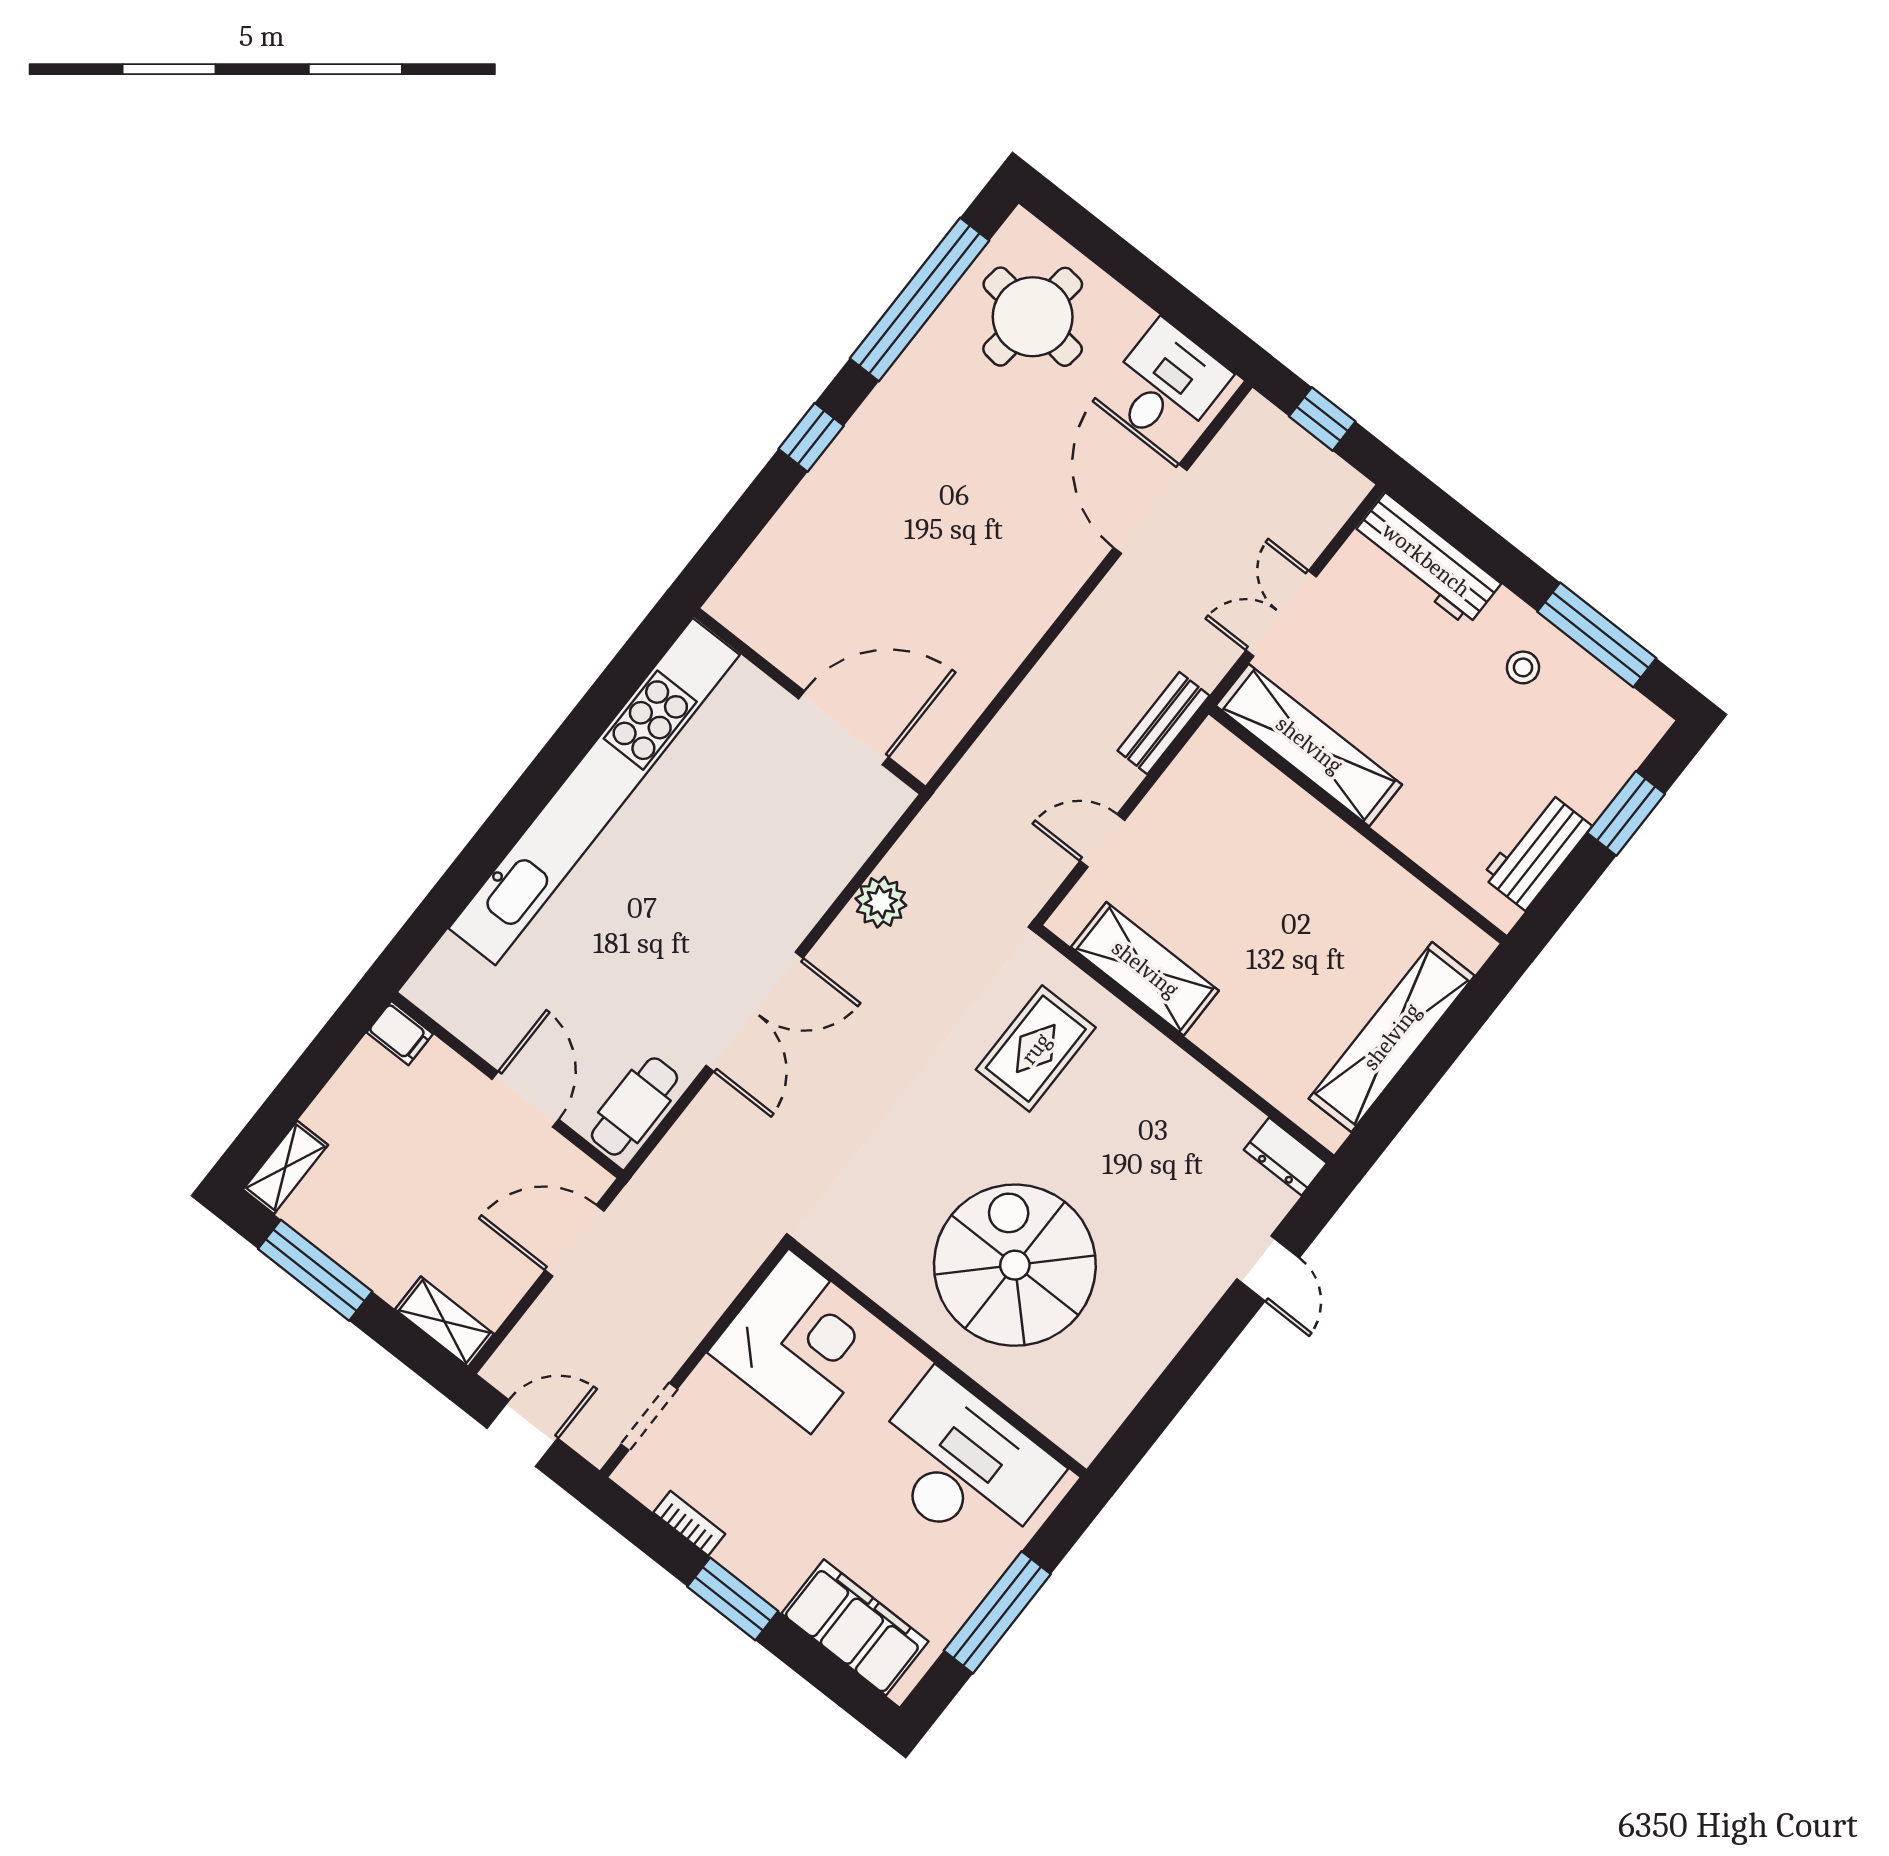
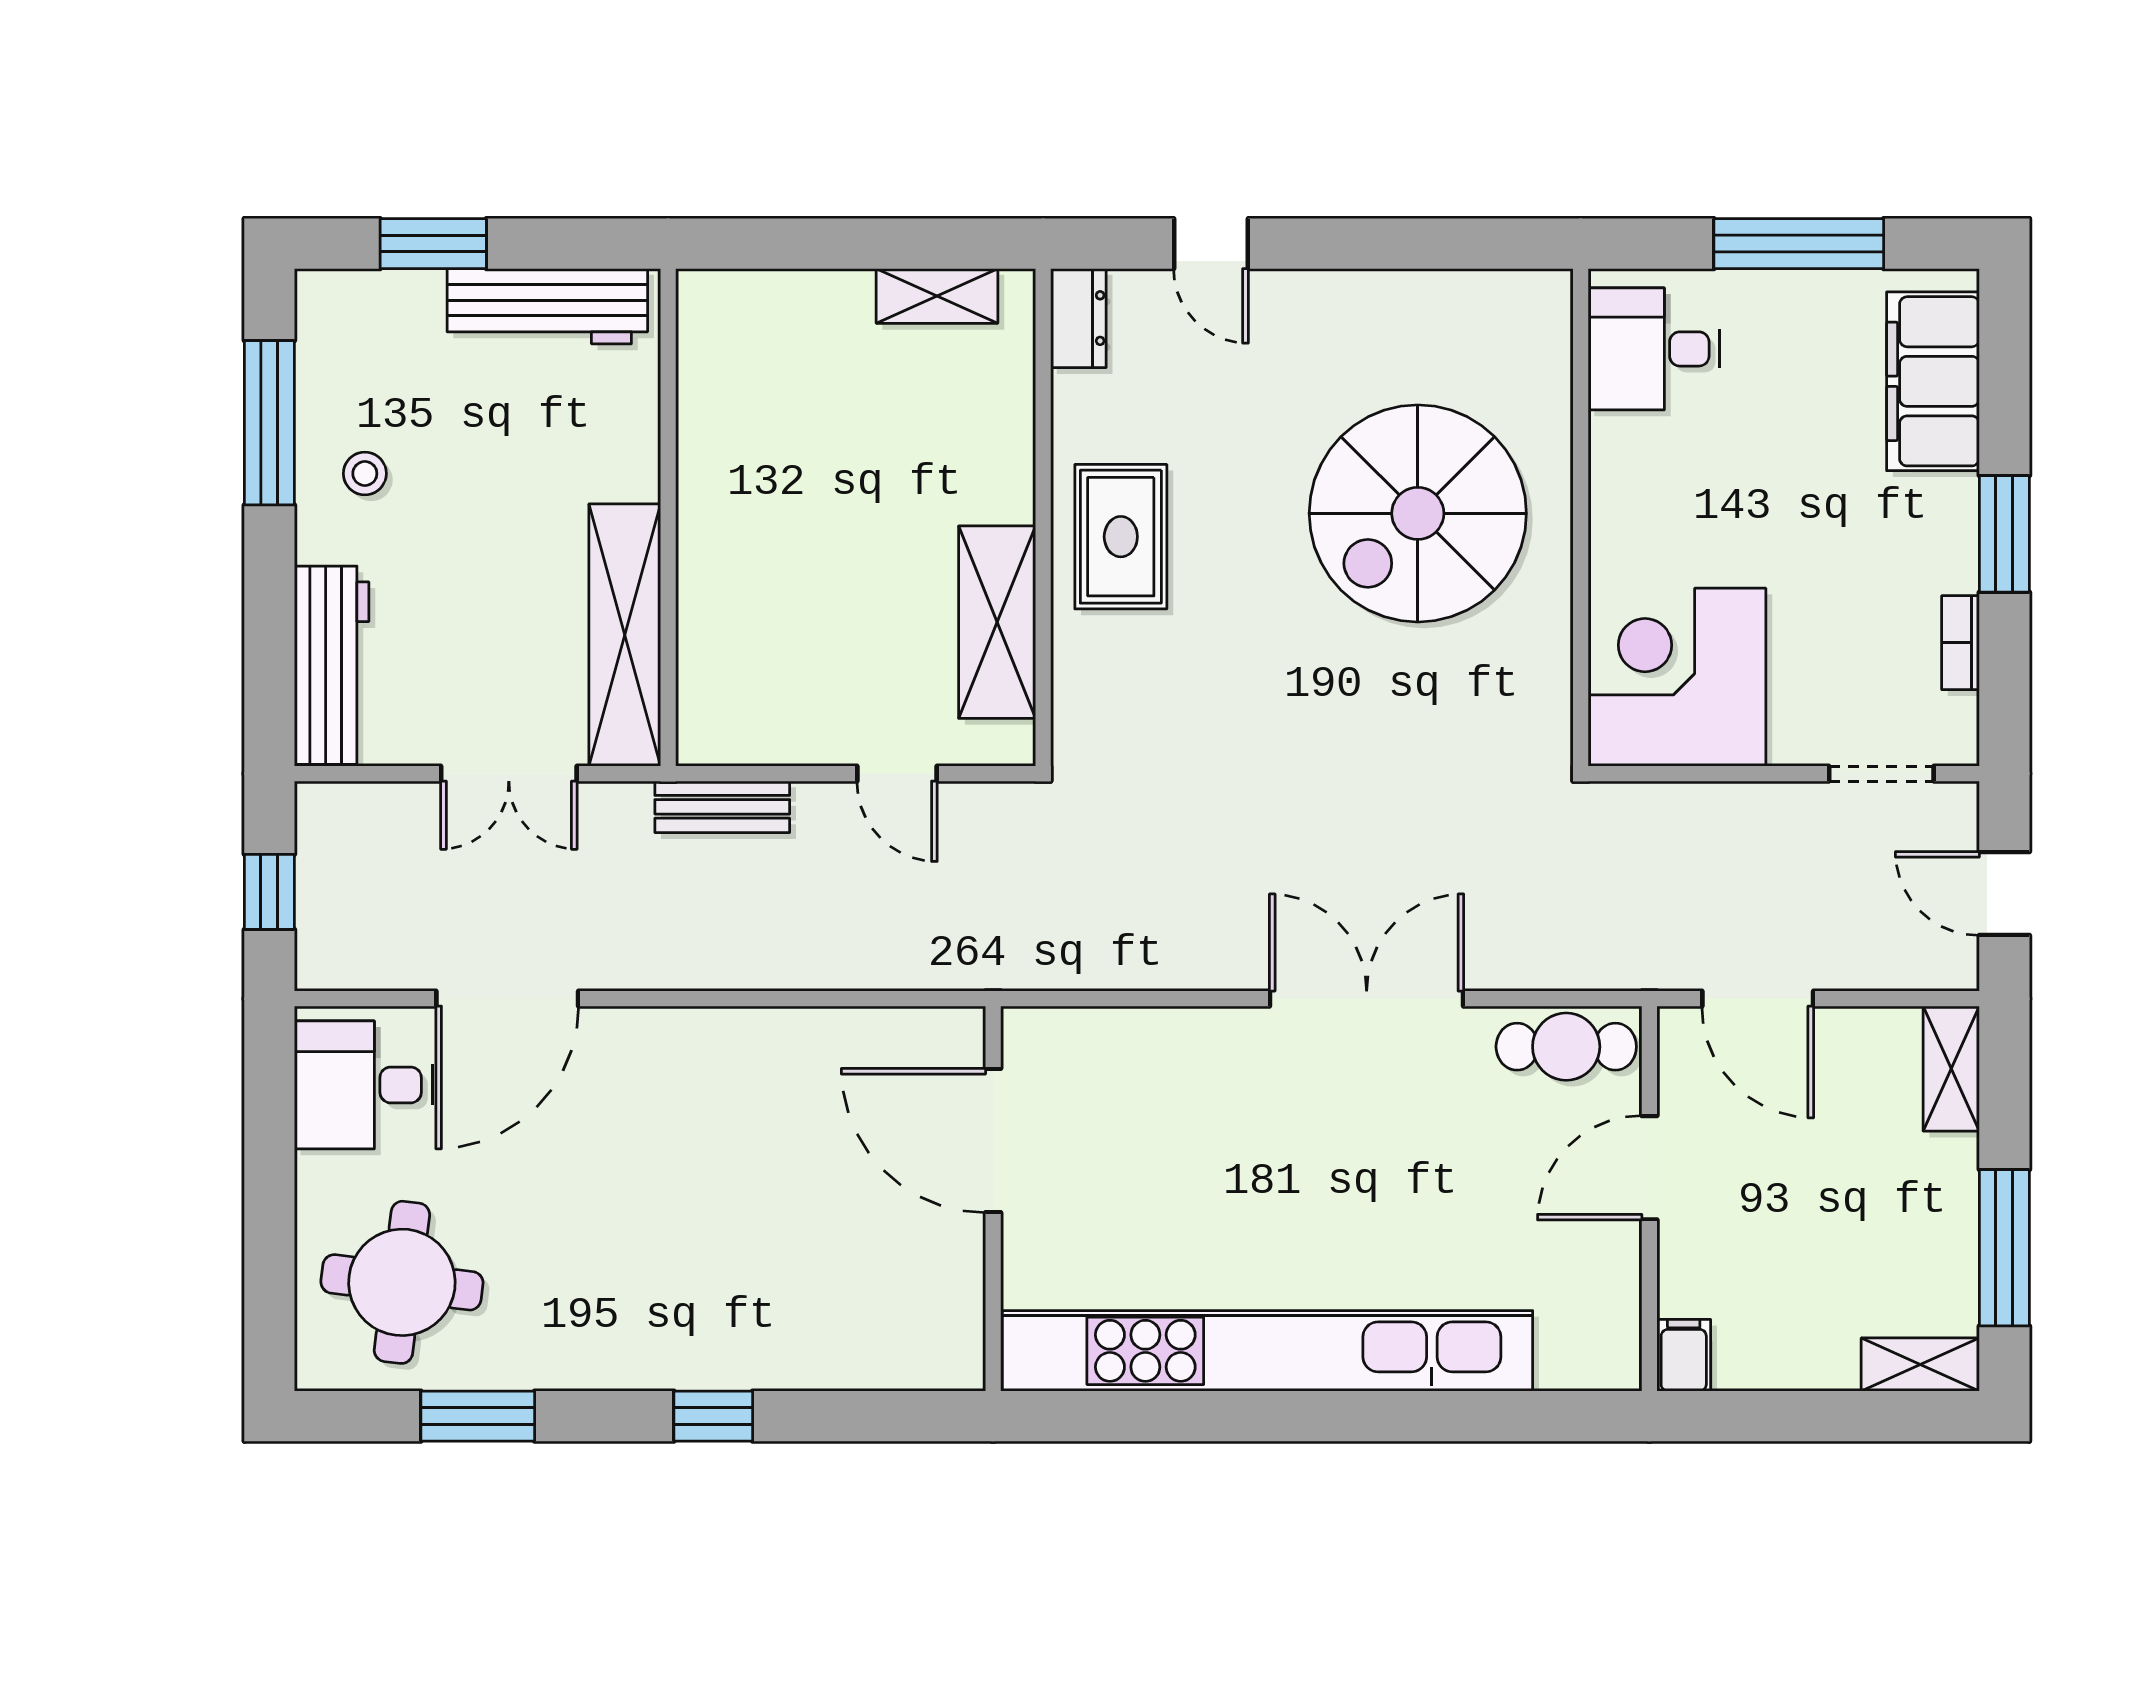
window: (920, 299) -> (478, 1416), width x0.47
workbench: (1537, 851) -> (547, 306), width x1.38
plant: (881, 902) -> (1146, 956), removed
shelving: (1392, 1037) -> (937, 296), width x0.45, depth x0.75
rug: (1036, 1049) -> (1121, 537), moved, turned 90
door: (1268, 1268) -> (1211, 244), swing flipped
desk: (962, 1466) -> (1654, 349), width x0.53, depth x0.77

